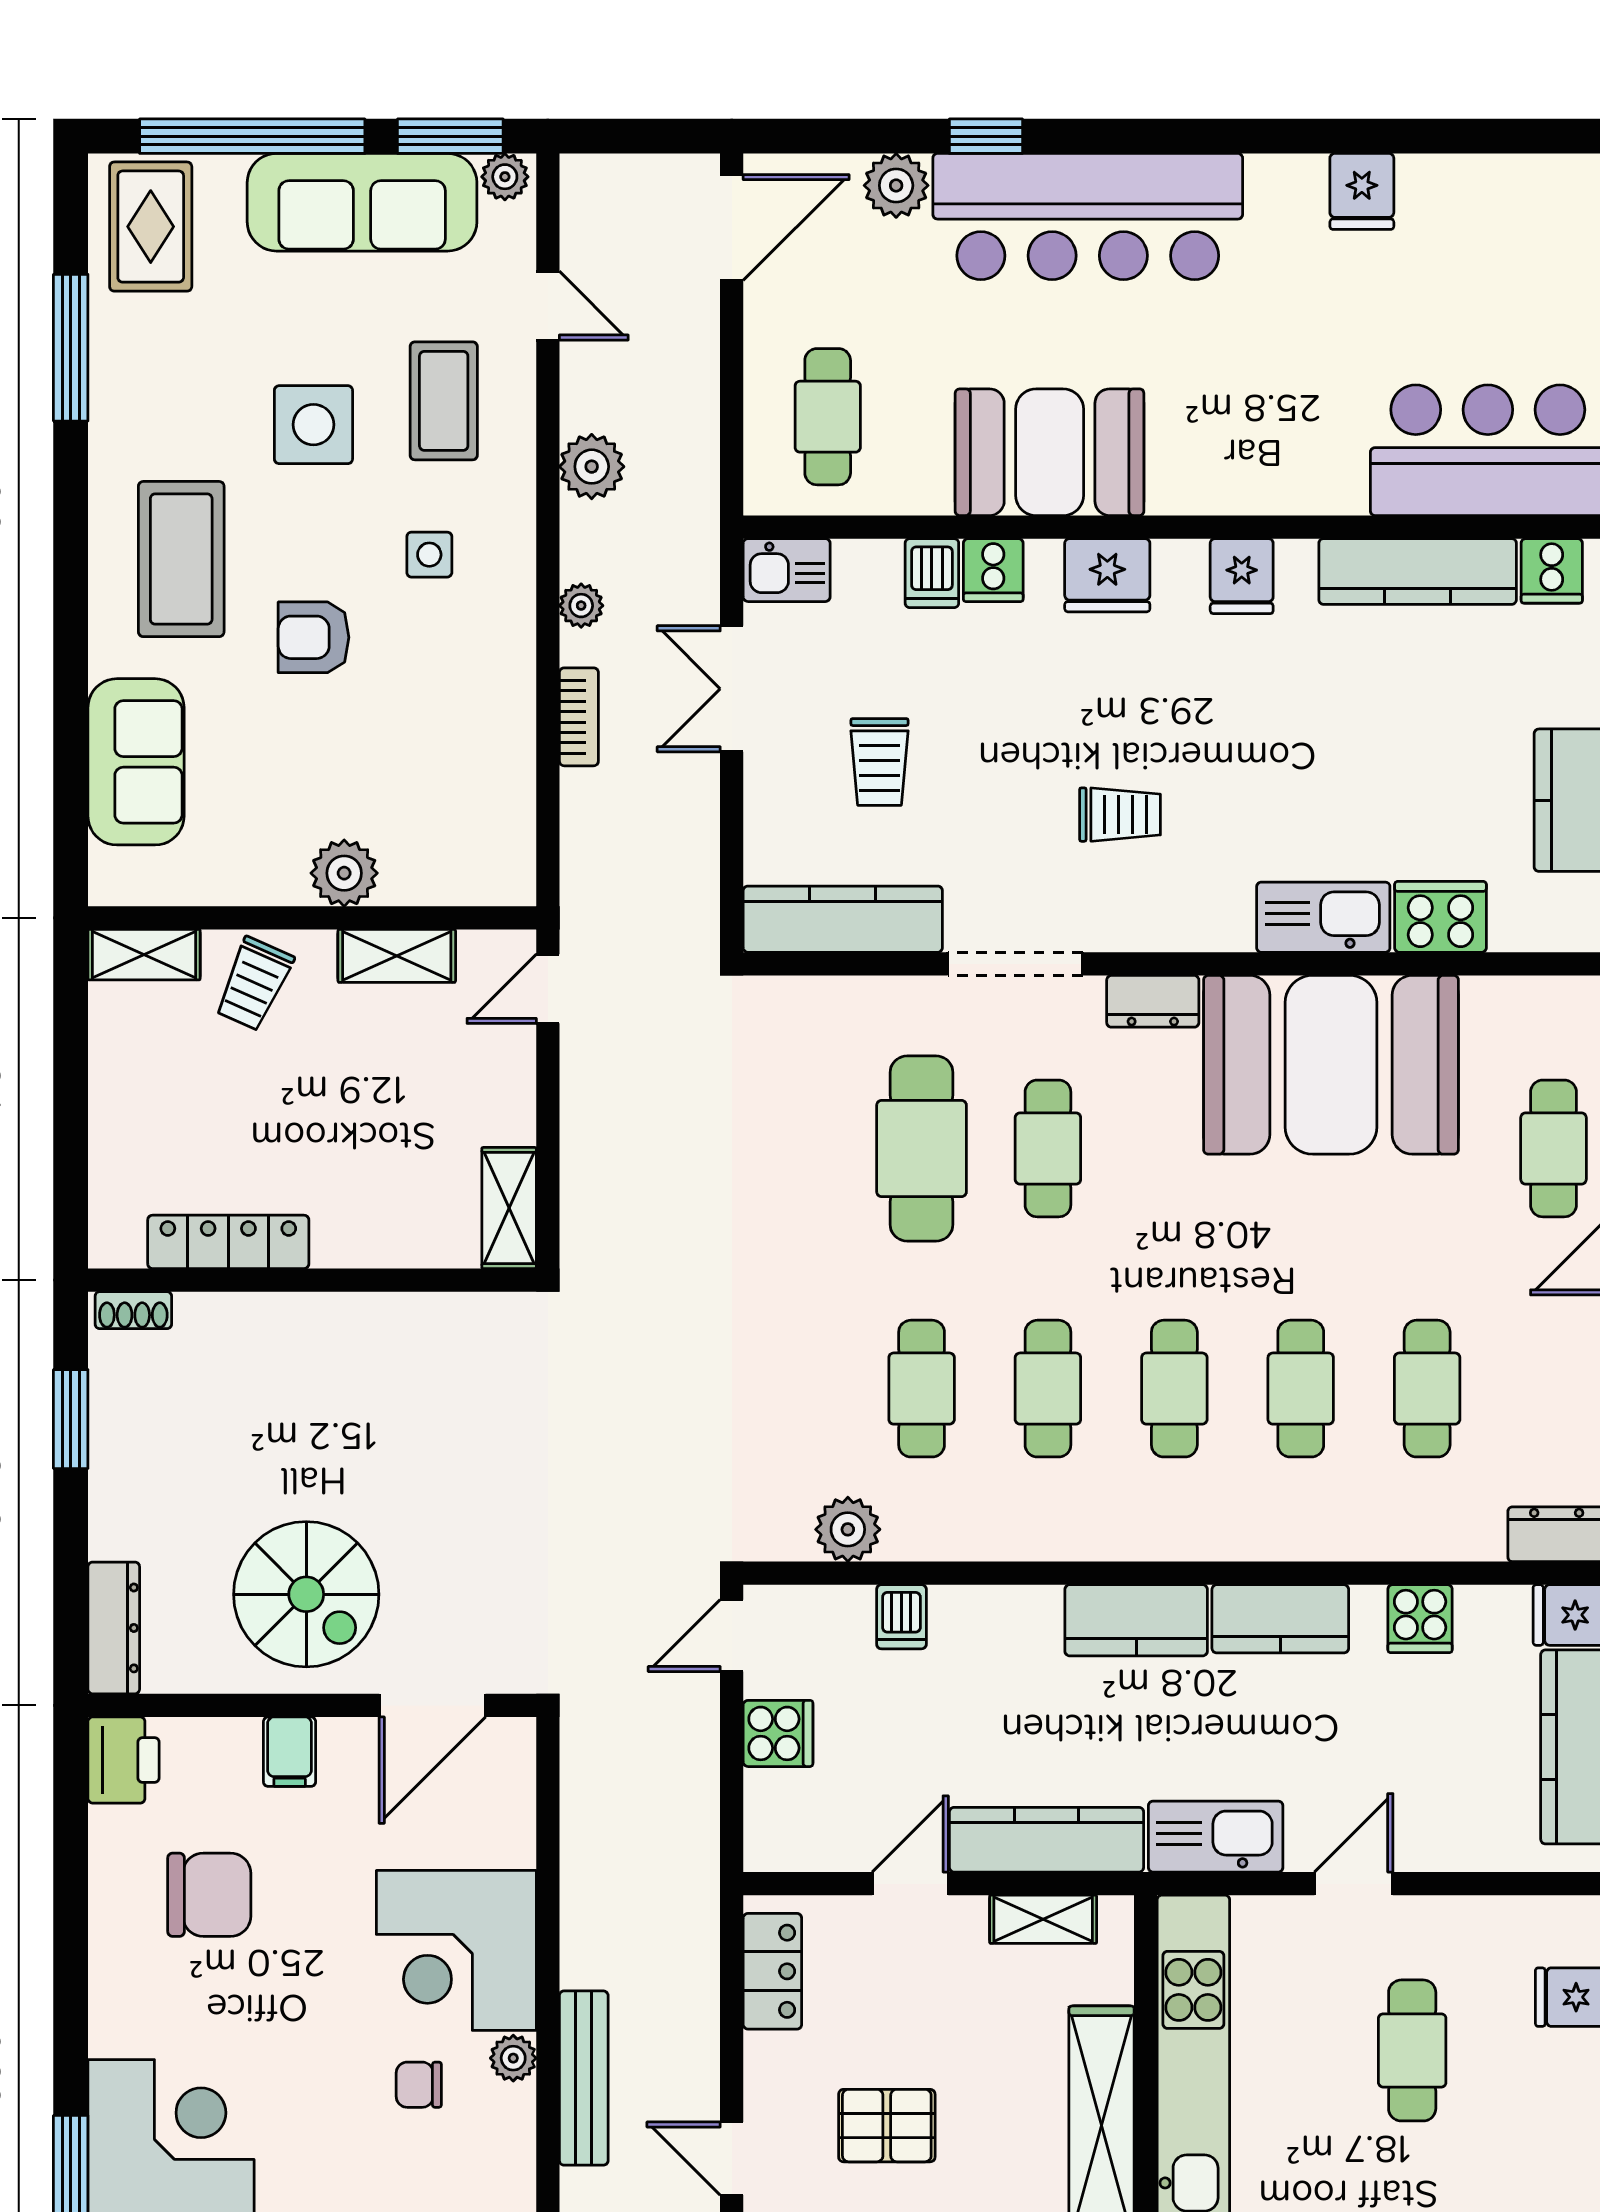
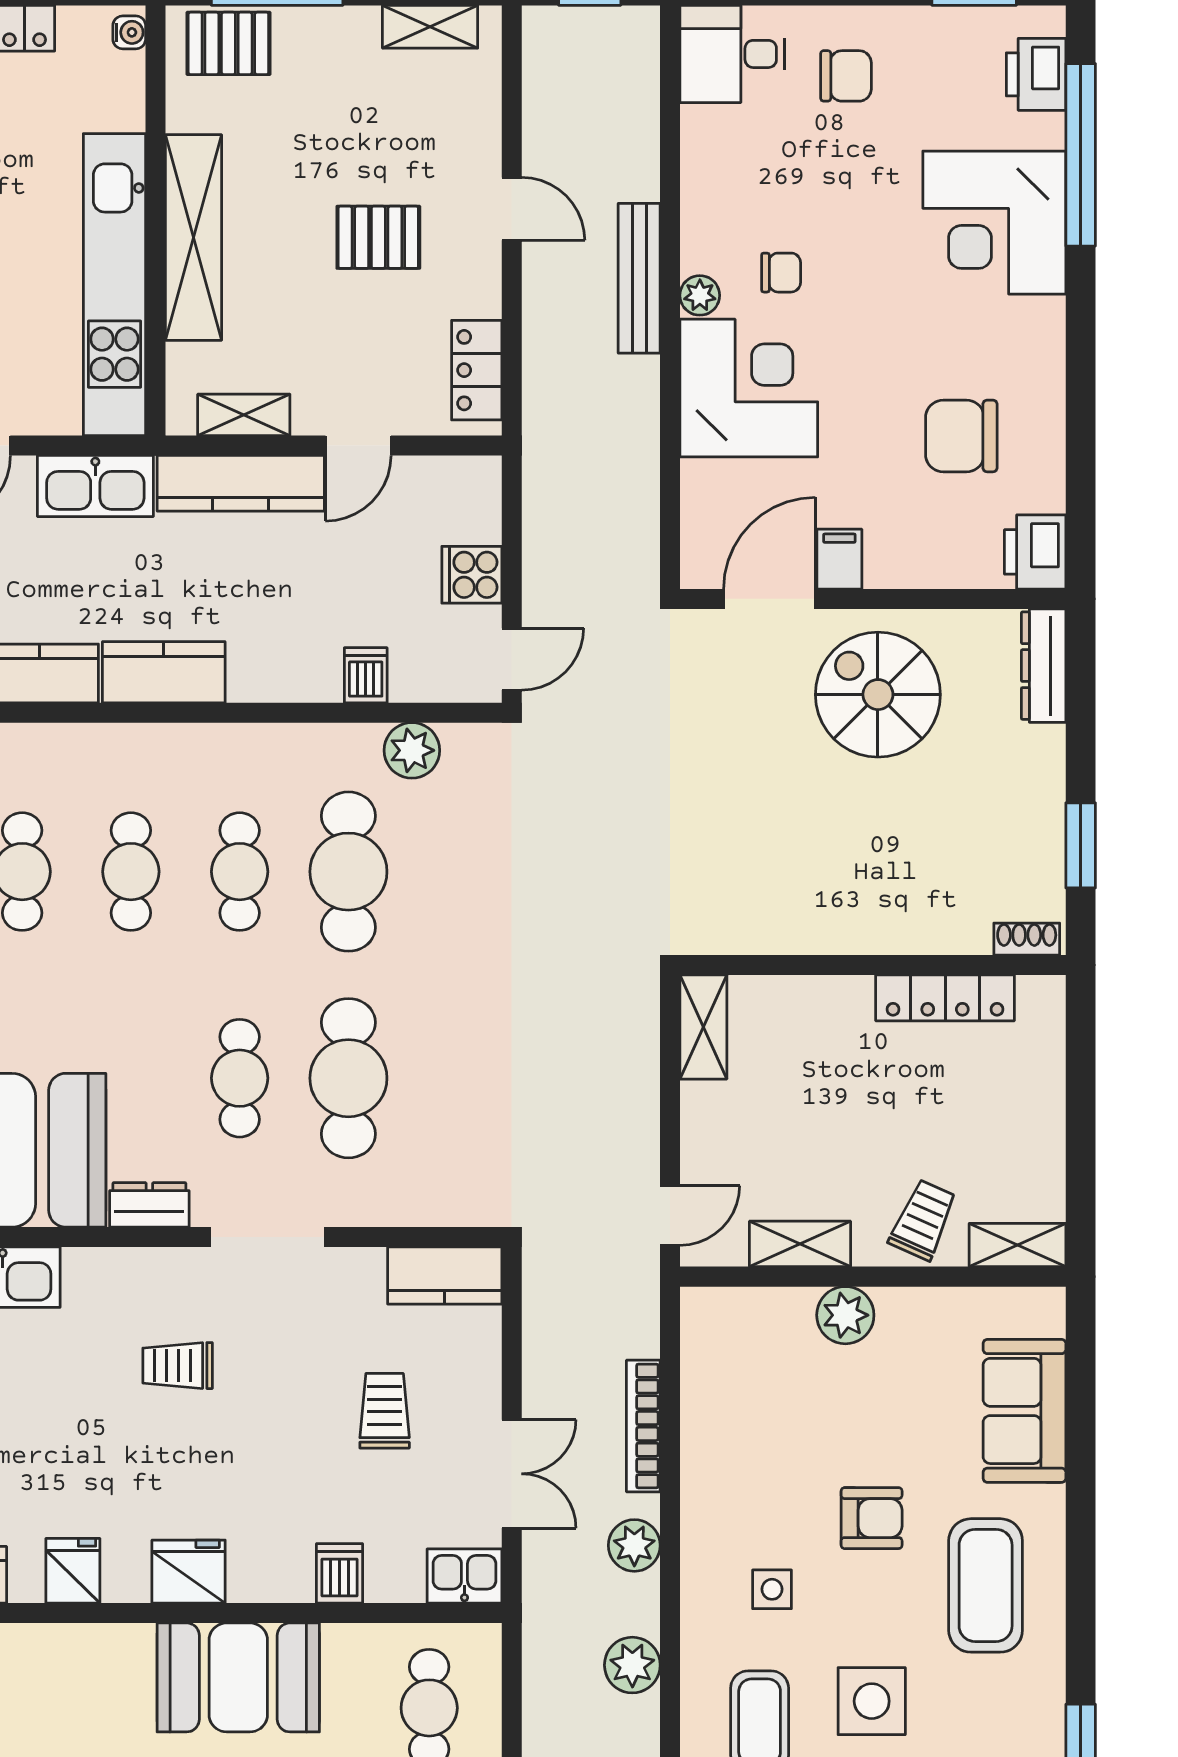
cooker: (993, 570) -> (287, 1576), removed
plant: (581, 606) -> (634, 1545), width x1.38, depth x1.38
bookcase: (579, 717) -> (643, 1426), width x1.56
kitchen counter: (843, 919) -> (445, 1276), width x0.67
cafe table: (922, 1389) -> (348, 872), width x1.37, depth x1.35
filing cabinet: (290, 1752) -> (839, 559), moved

